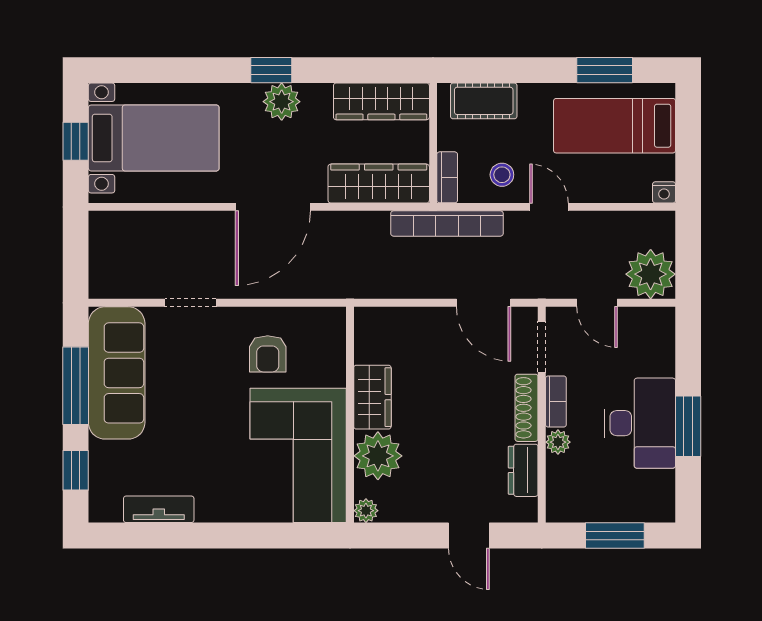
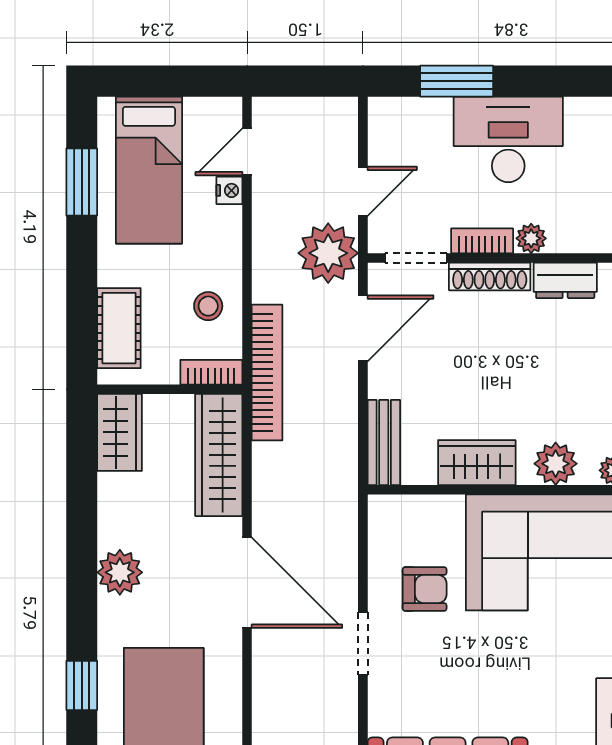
window: (271, 70) -> (82, 685), moved
wardrobe: (381, 101) -> (120, 432), width x0.67
nightstand: (664, 192) -> (229, 190), moved
door: (549, 207) -> (247, 152), moved
plant: (651, 274) -> (328, 253), moved
doorway: (190, 303) -> (363, 644), moved
bench: (389, 320) -> (384, 442), added
window: (688, 426) -> (457, 81), moved
plant: (378, 456) -> (556, 464), width x0.73, depth x0.73

